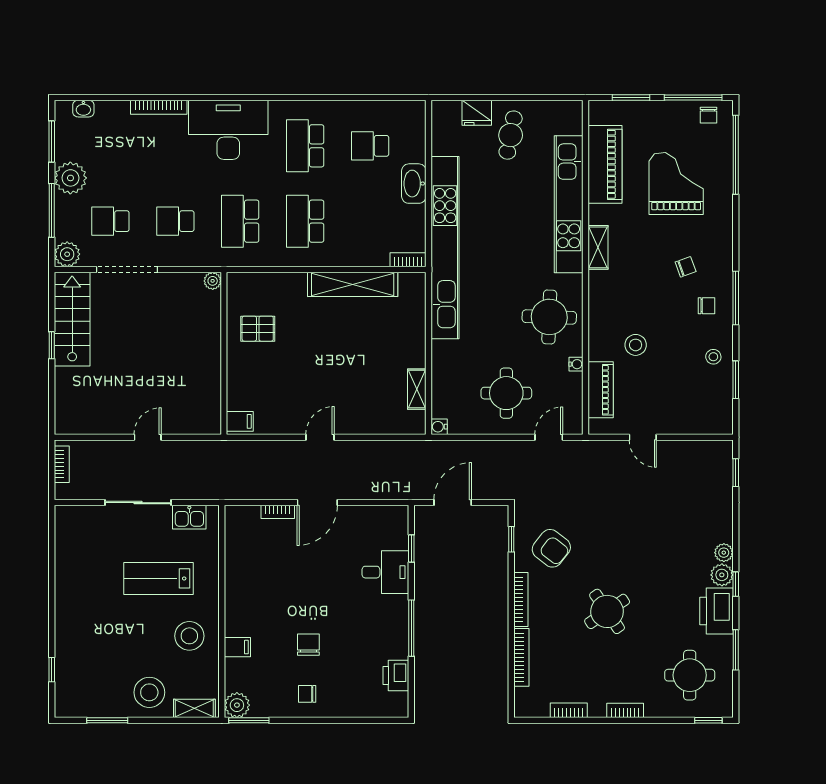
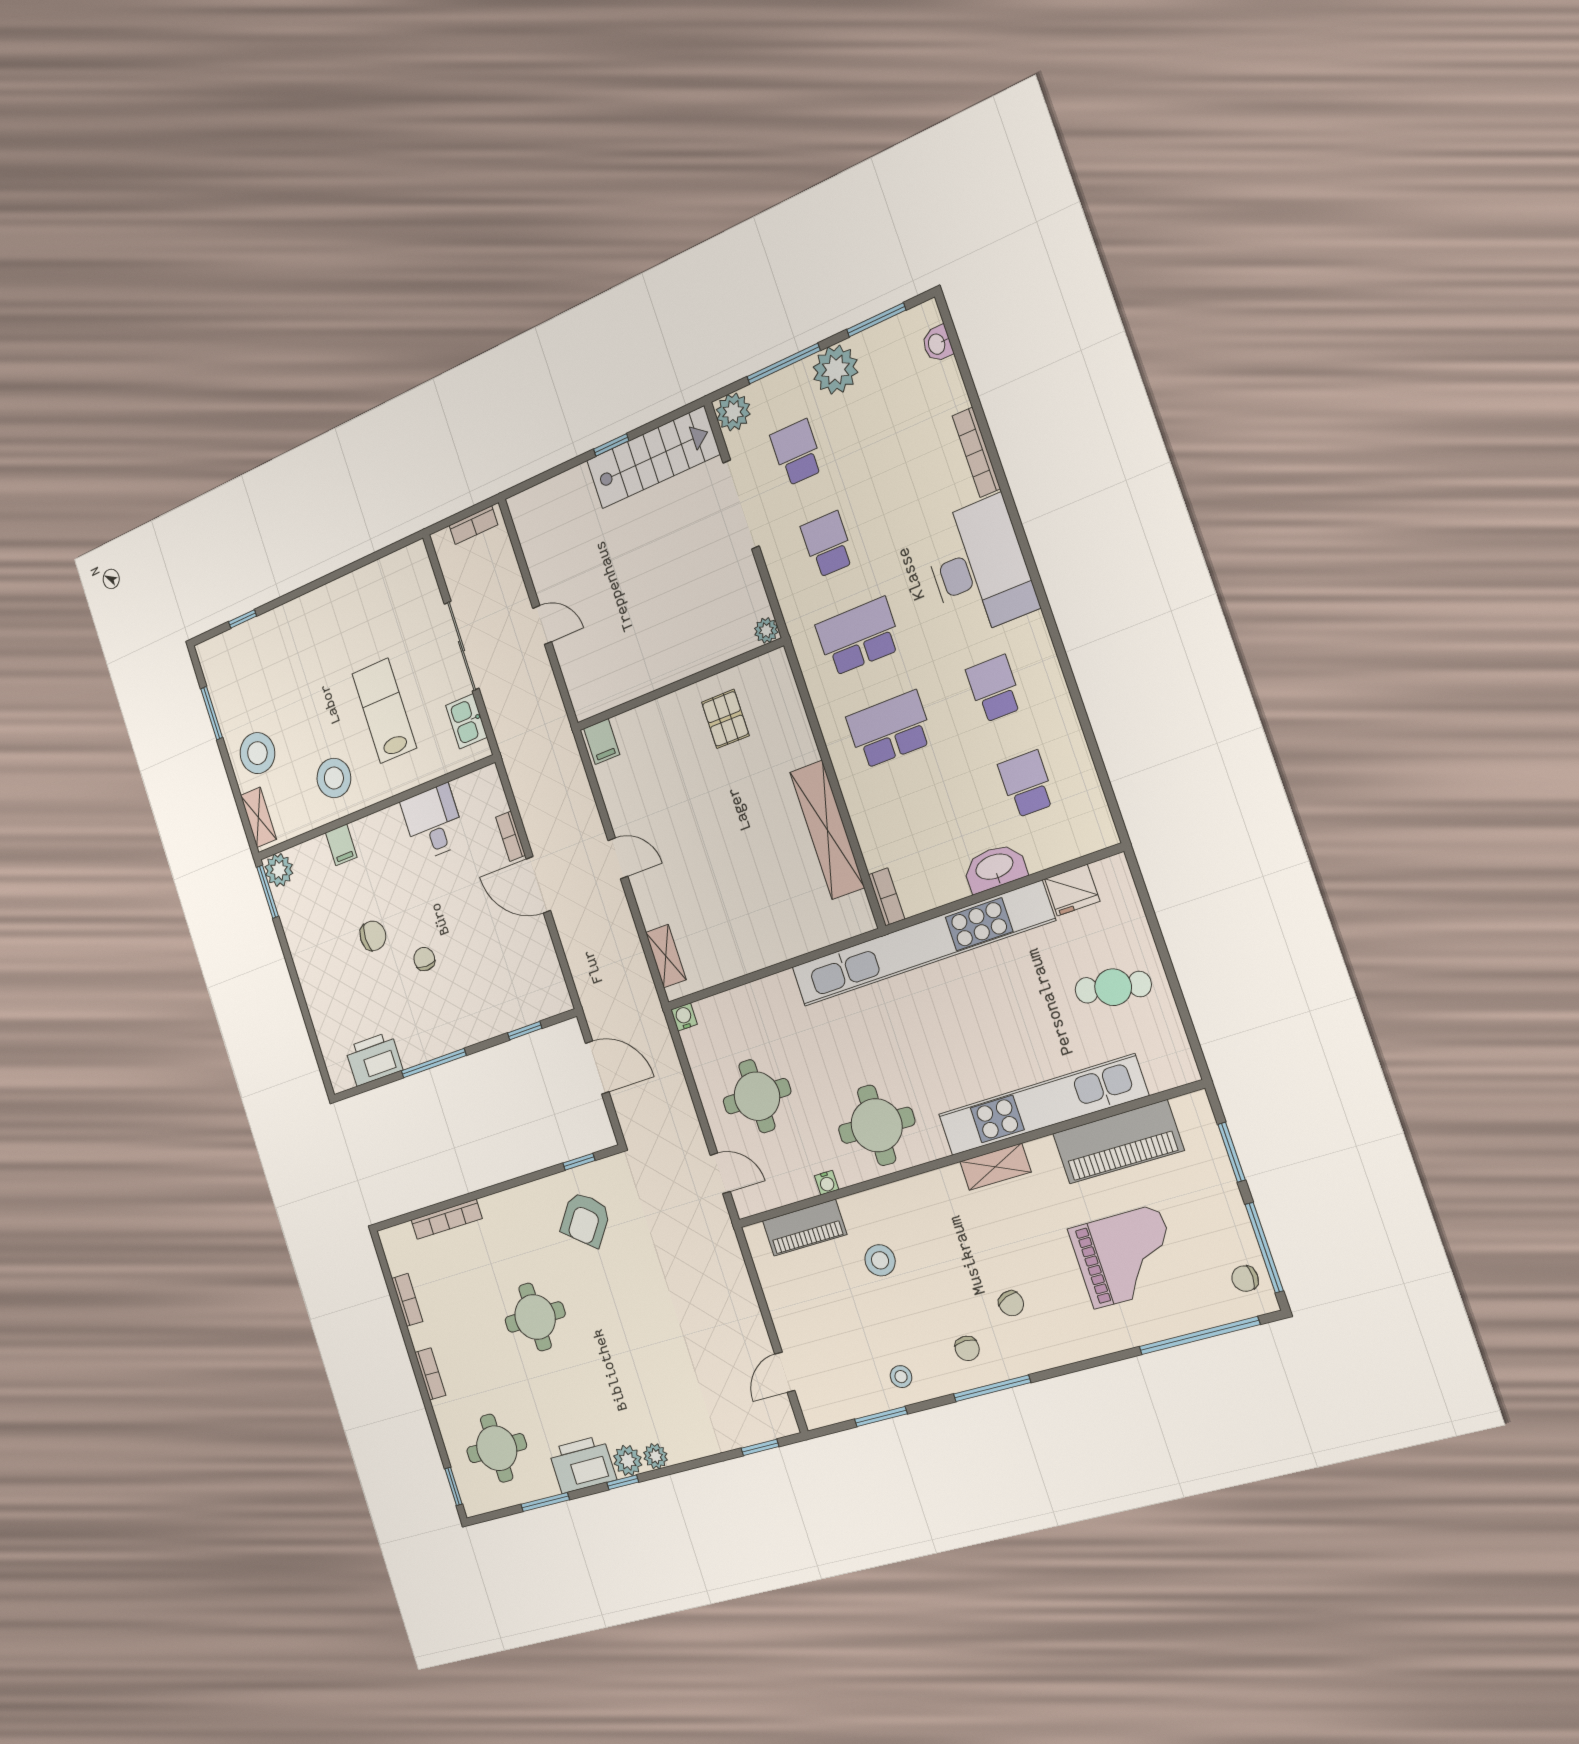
fridge: (477, 113) -> (1072, 890), moved, turned -90
school desk: (305, 146) -> (994, 689), width x0.54
shelving: (417, 389) -> (666, 956), moved, turned 90
door: (643, 437) -> (785, 1372), moved
desk: (385, 572) -> (433, 822), moved, turned 180
bookcase: (521, 600) -> (512, 1197), removed
round table: (607, 611) -> (535, 1317), turned 34
printer: (396, 675) -> (374, 1059), width x1.37, depth x1.19
chair: (307, 694) -> (424, 959), moved

